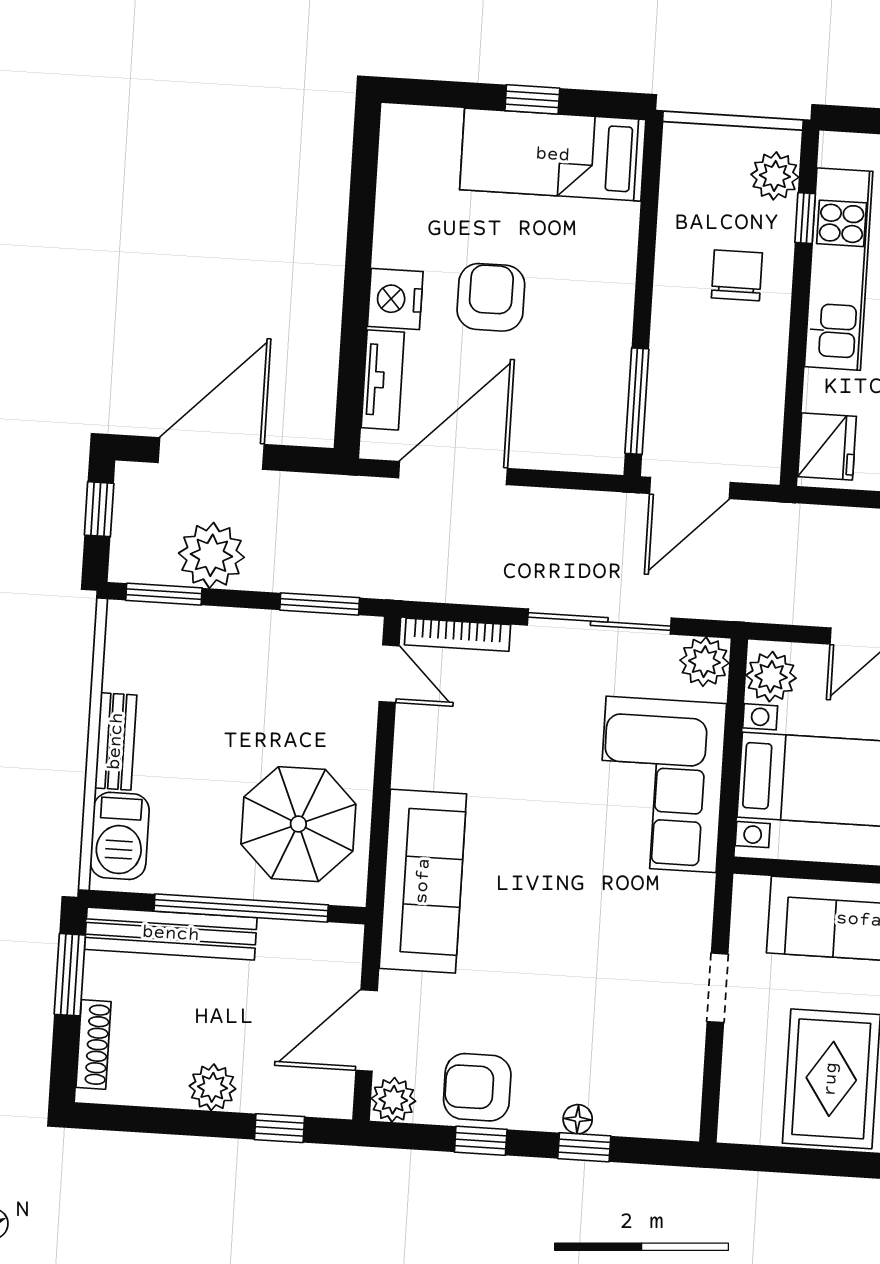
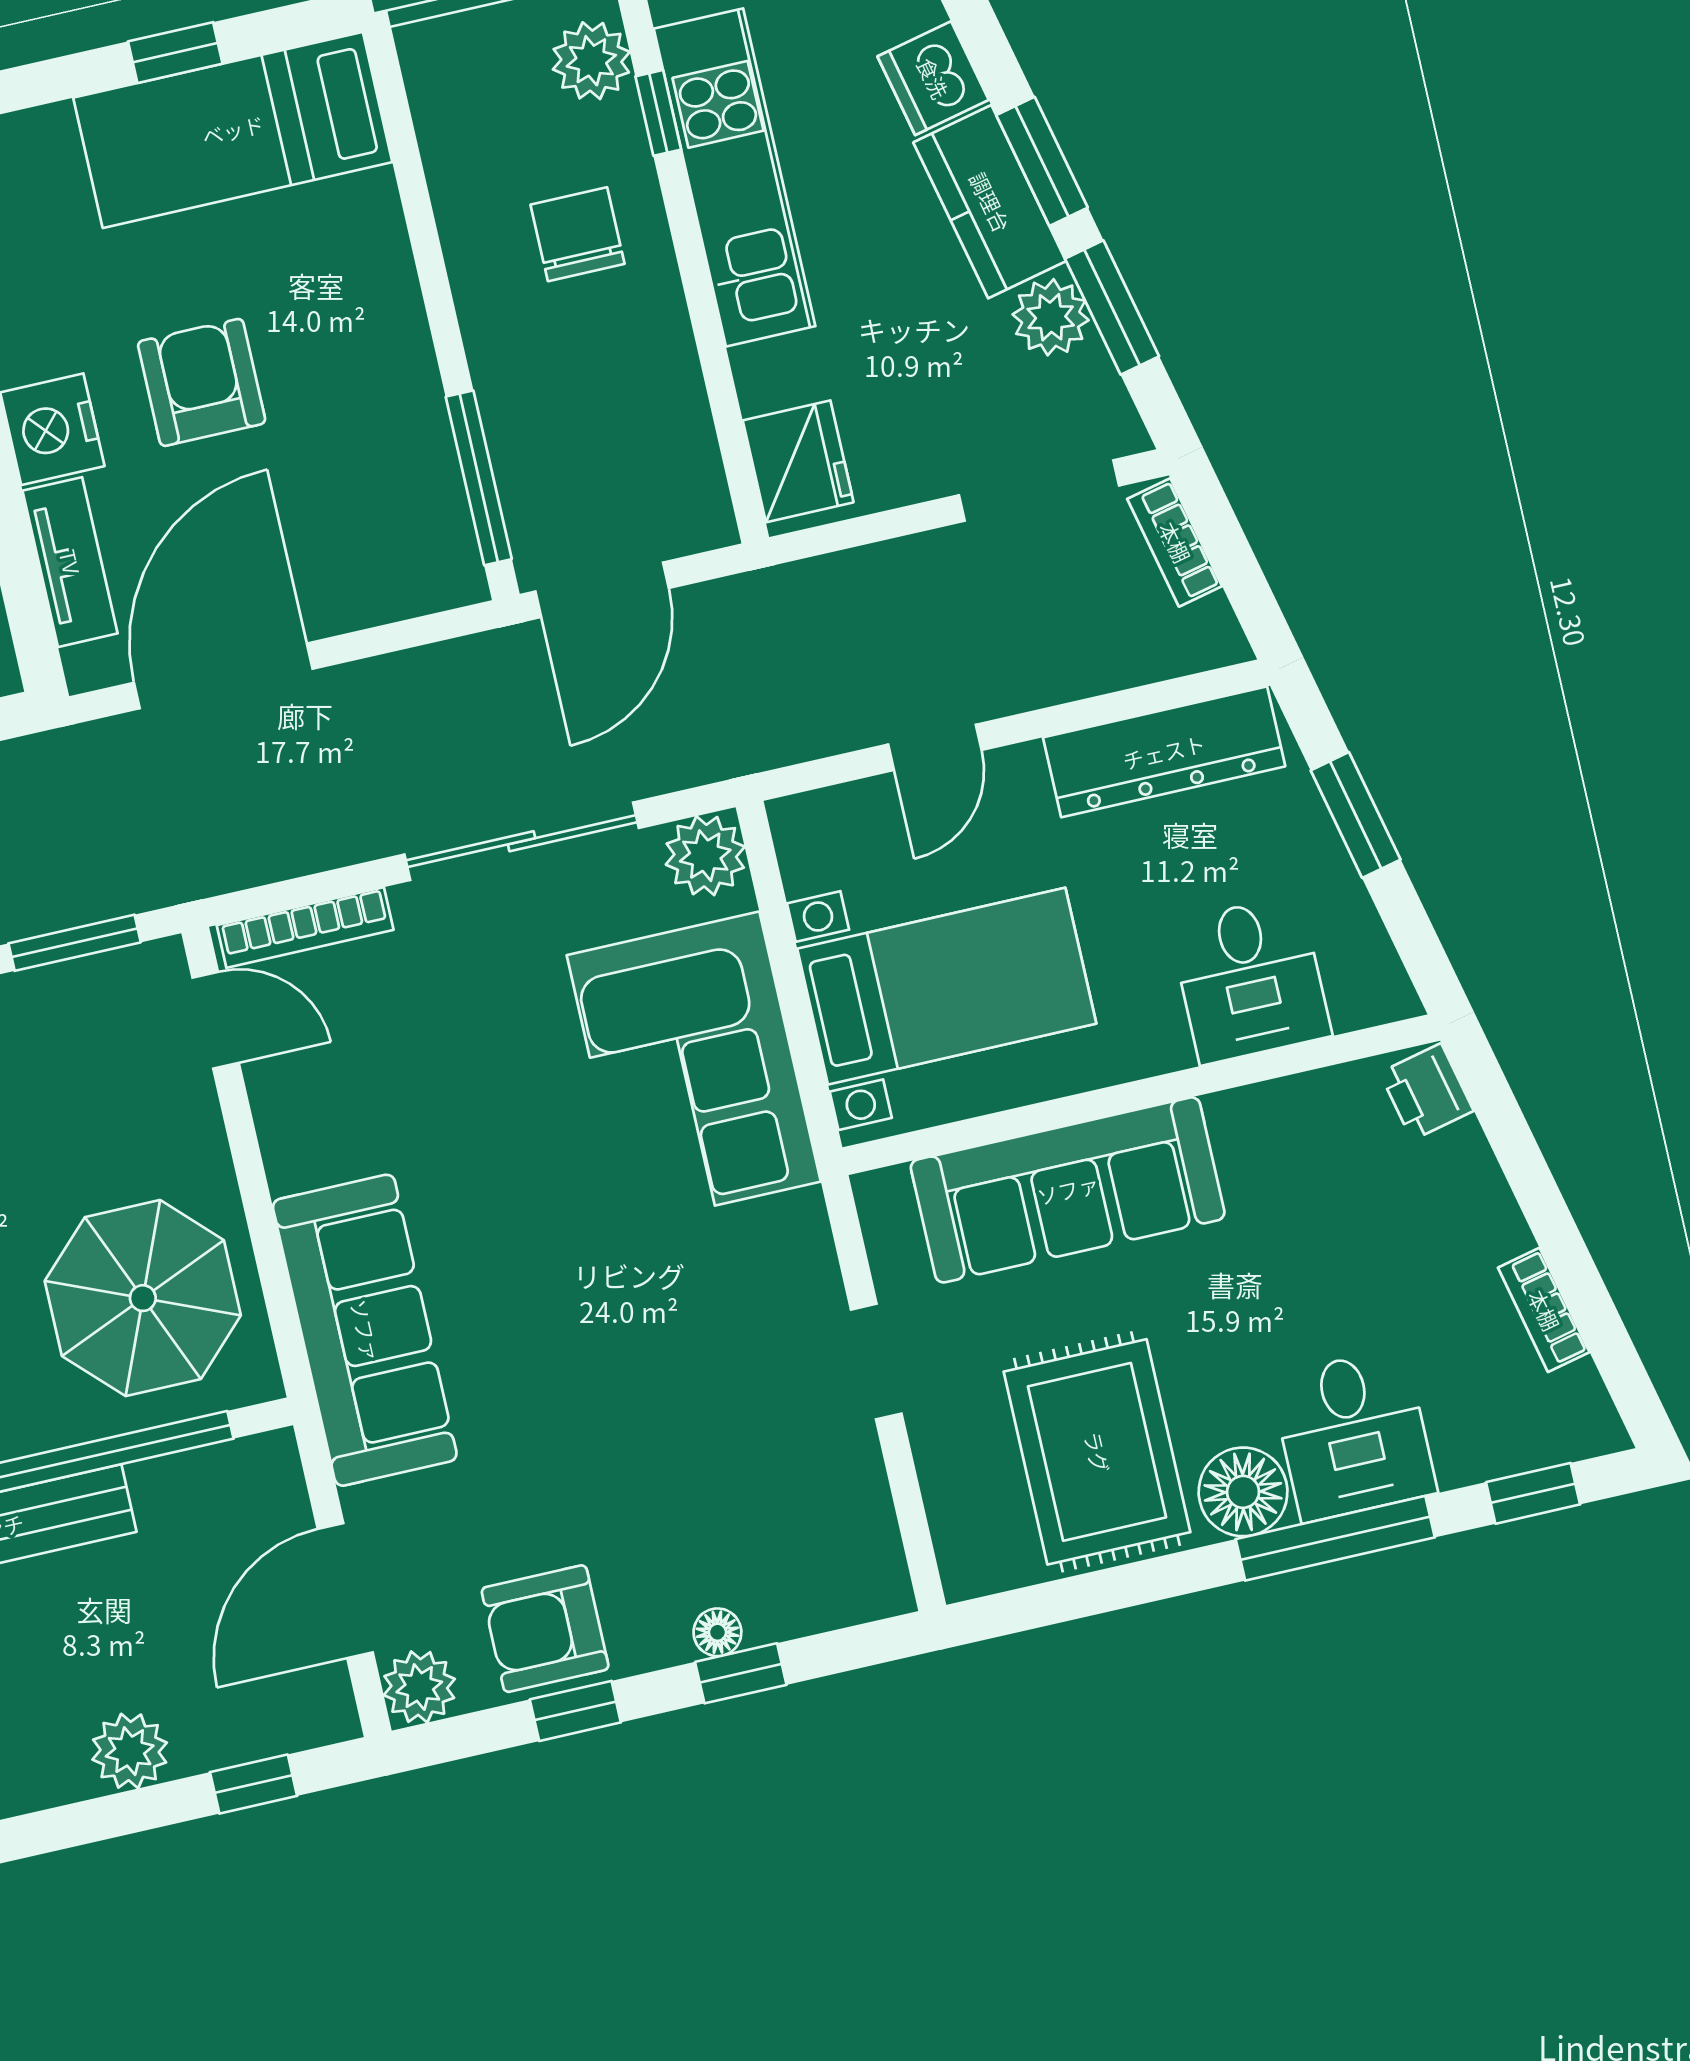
plant: (771, 677) -> (817, 848), removed

